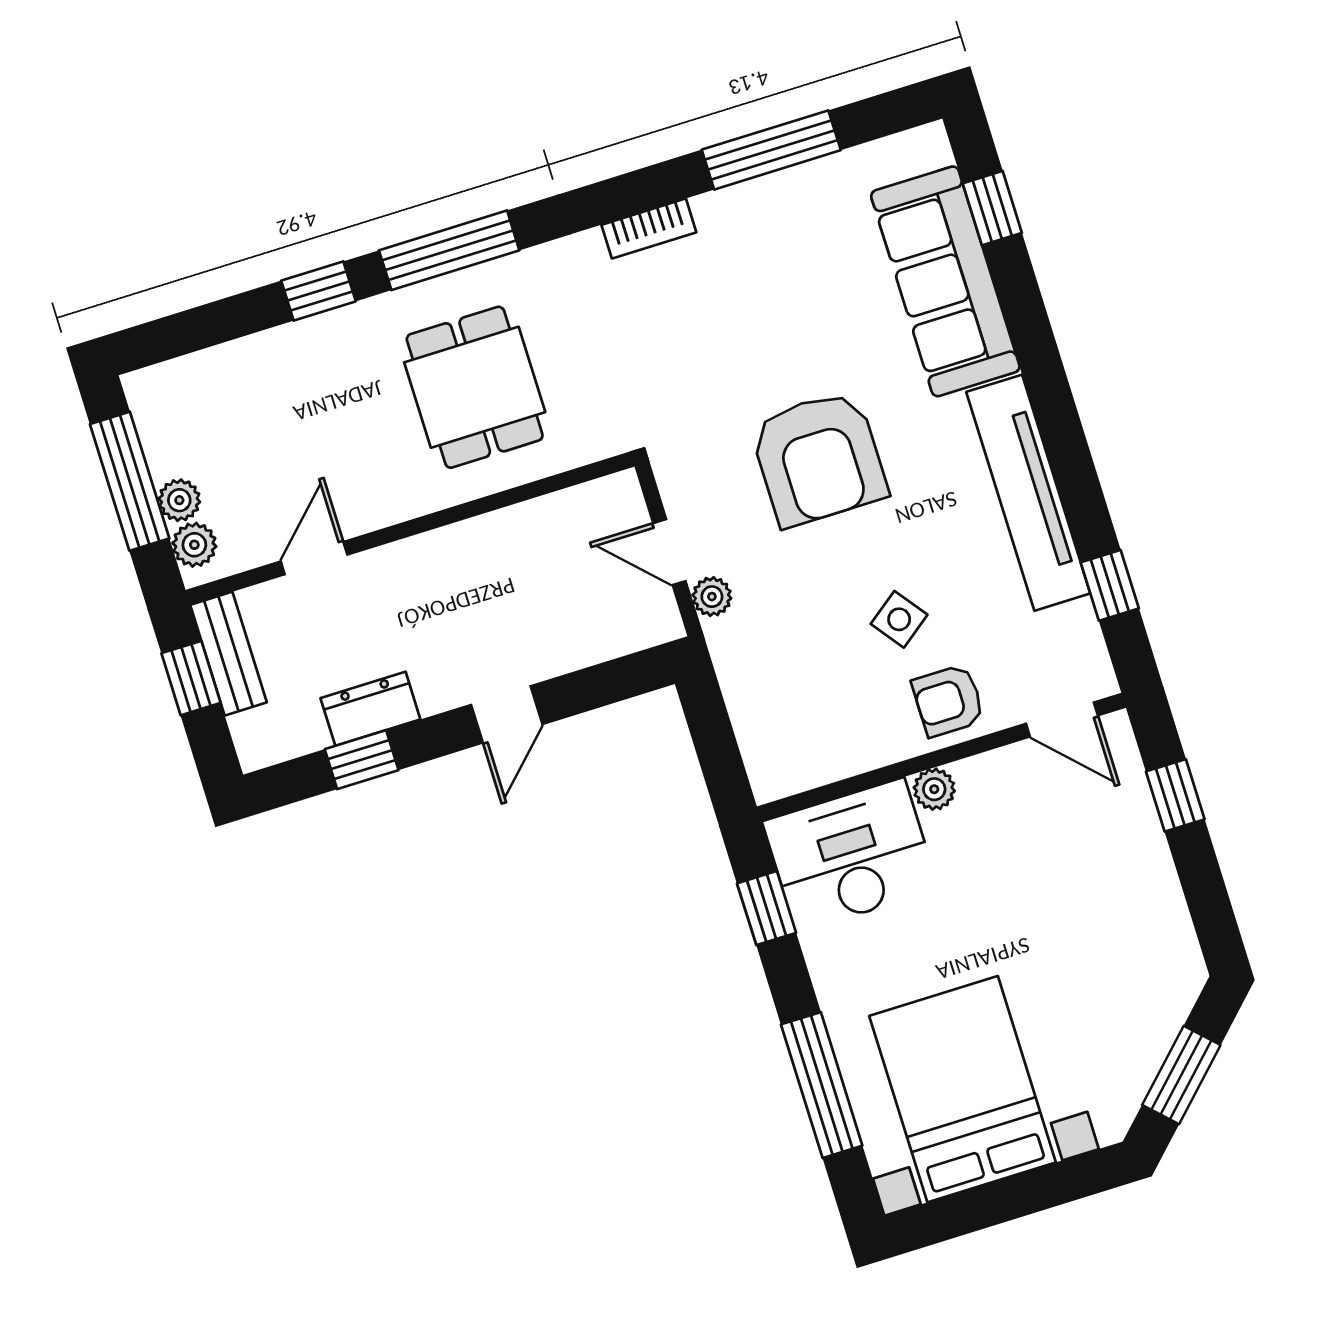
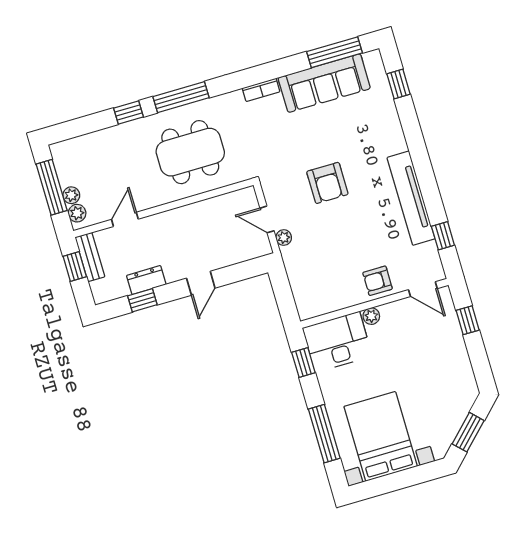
window: (771, 150) -> (335, 52), moved
sofa: (945, 281) -> (324, 83), moved, turned -90
dining table: (475, 387) -> (190, 152), width x1.38
armchair: (819, 458) -> (327, 183), width x0.73, depth x0.73
side table: (899, 619) -> (358, 248), removed

